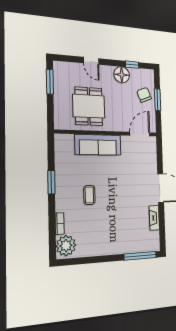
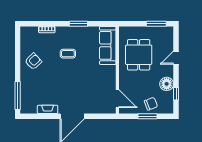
dining table: (89, 106) -> (139, 55), turned 90
sofa: (98, 145) -> (108, 45), moved
armchair: (100, 239) -> (33, 61), added
plant: (66, 246) -> (30, 34), removed

